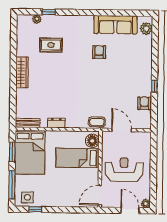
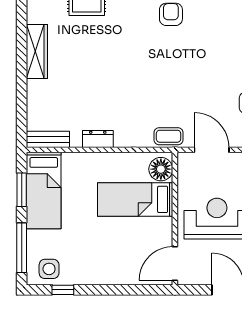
bed: (30, 152) -> (44, 191), width x0.67

